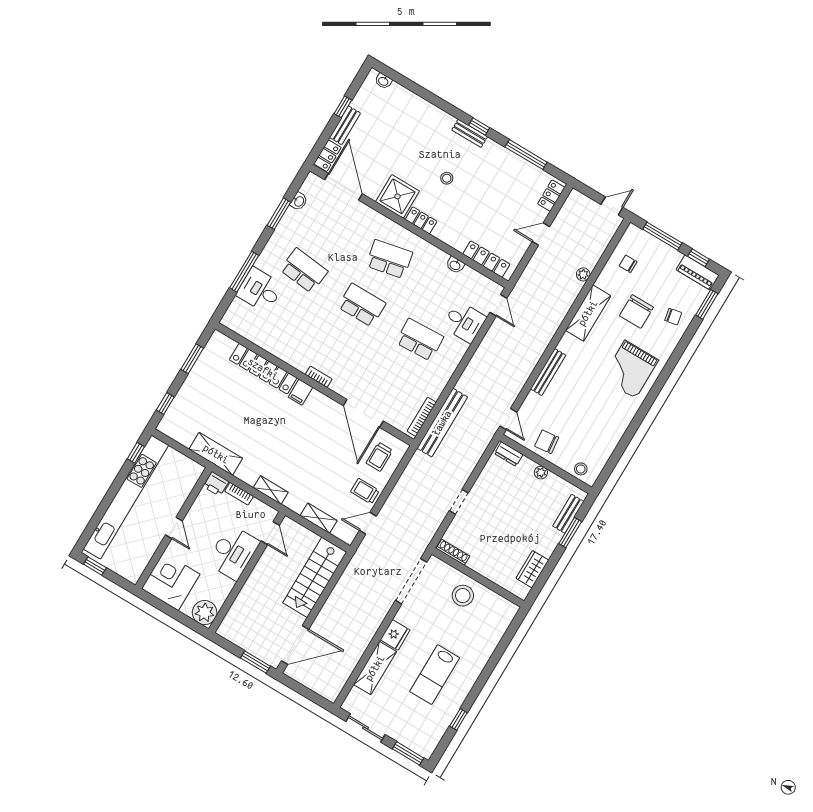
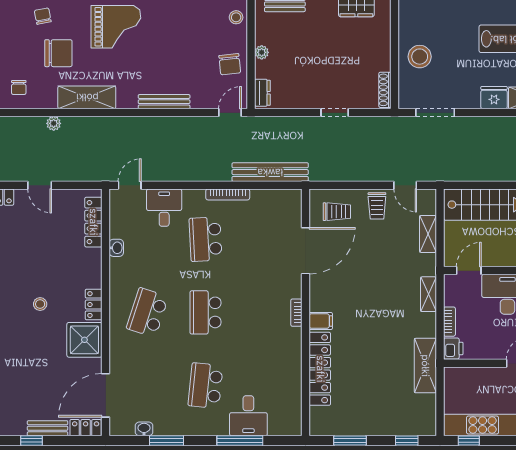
school desk: (389, 259) -> (147, 312), turned 30
bookcase: (422, 417) -> (228, 194), moved
doorway: (411, 581) -> (435, 113), width x0.73

